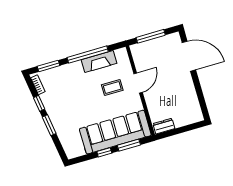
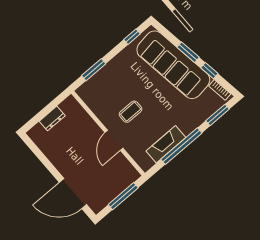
coffee table: (112, 88) -> (131, 112), moved
dresser: (164, 126) -> (52, 118), moved
sofa: (115, 132) -> (173, 65), moved, turned 82
window: (104, 152) -> (132, 37), moved

